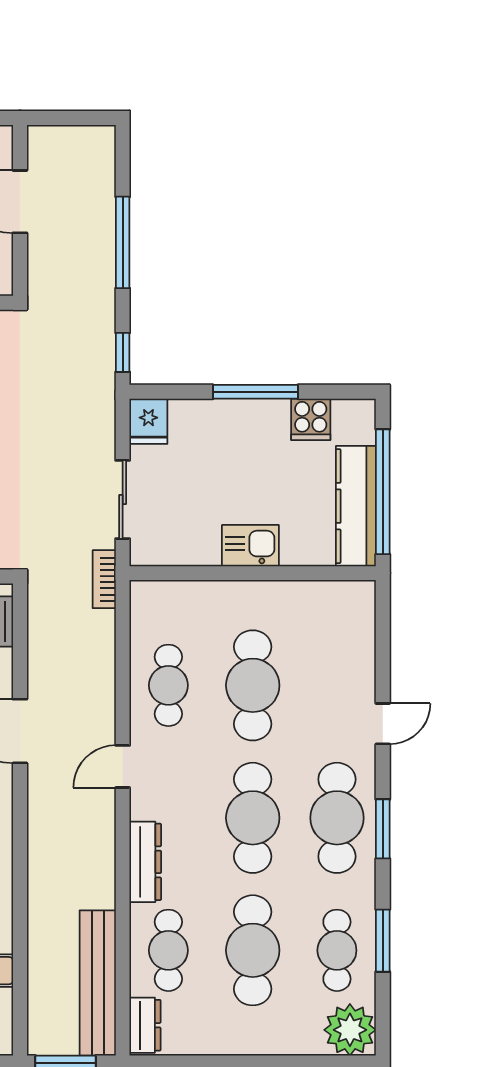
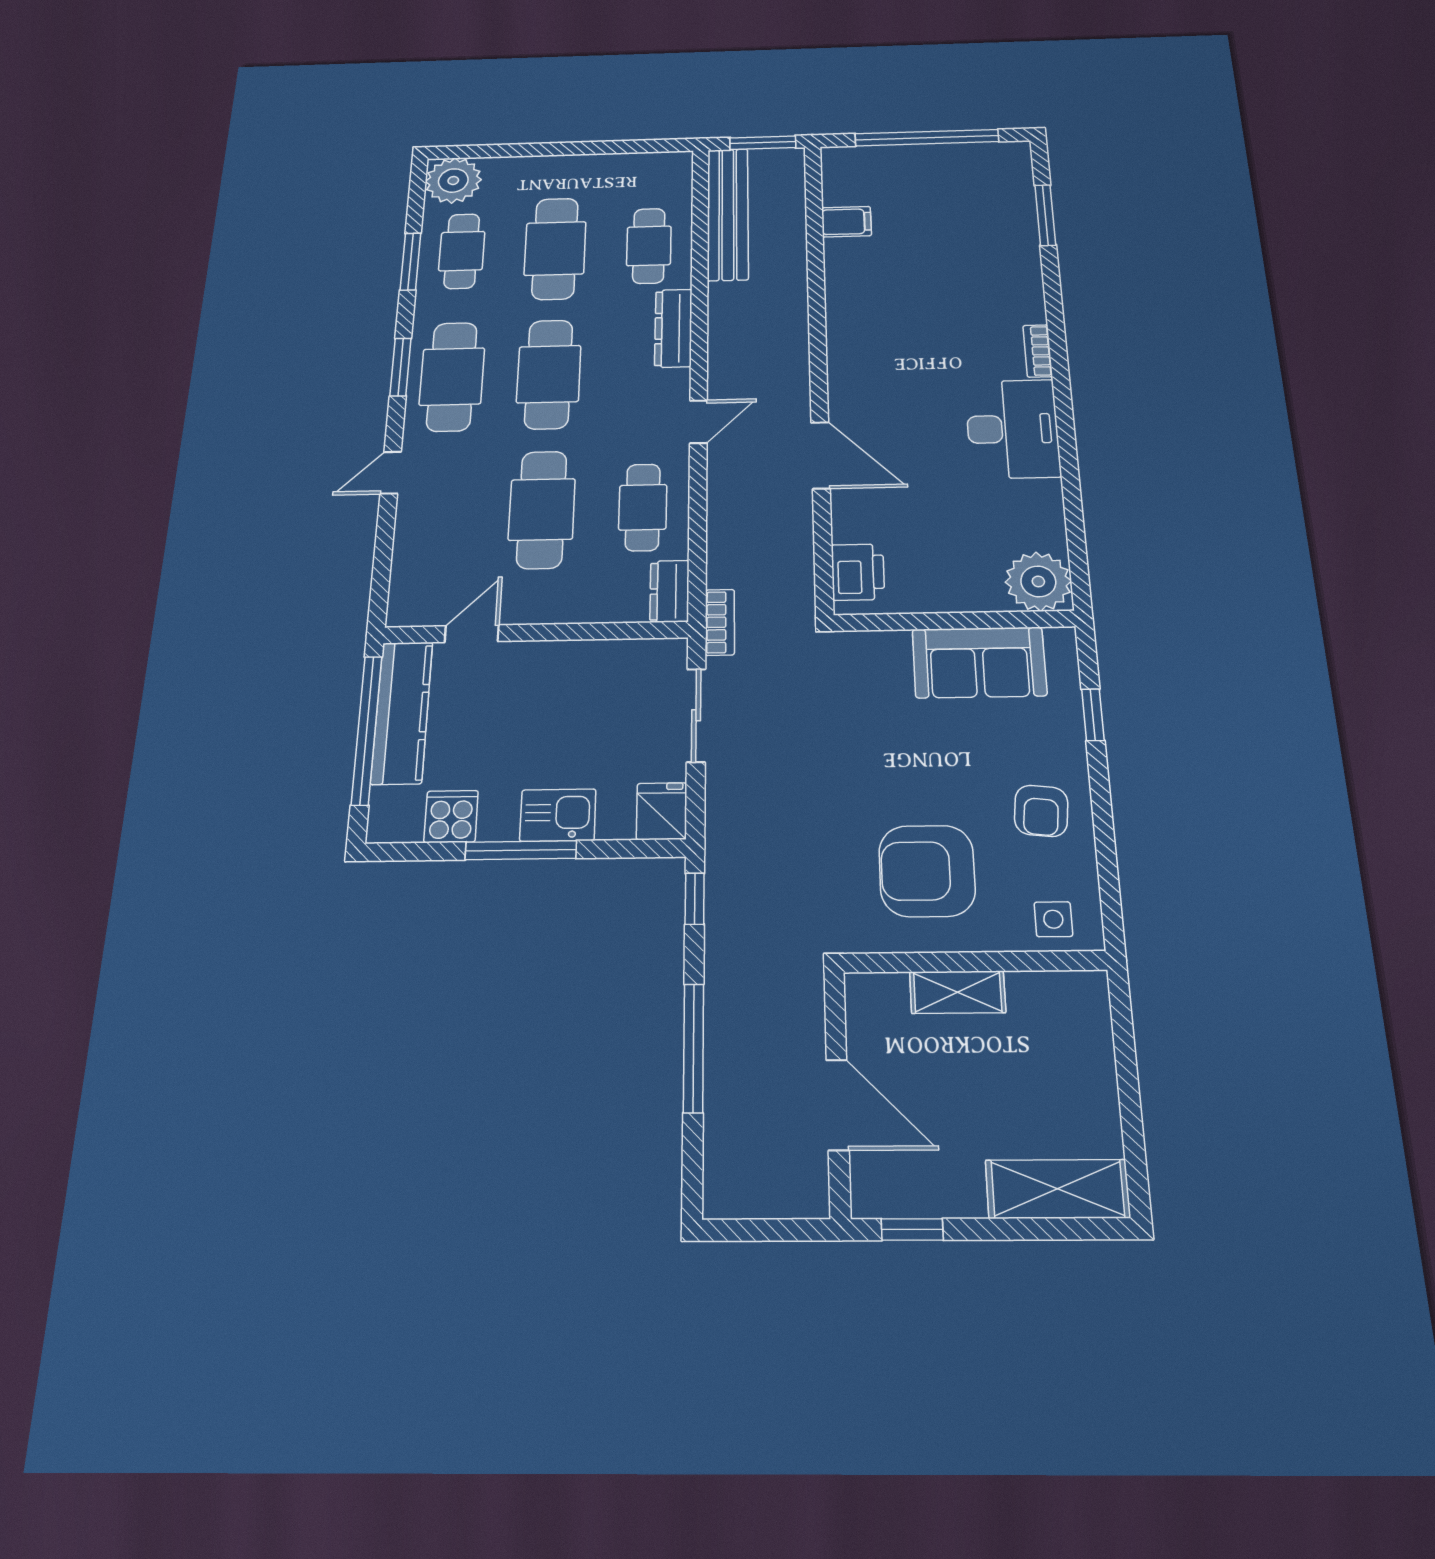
kitchen sink: (250, 546) -> (558, 815), moved, turned 180
door: (304, 573) -> (472, 634), added
dresser: (145, 1025) -> (670, 591), moved

